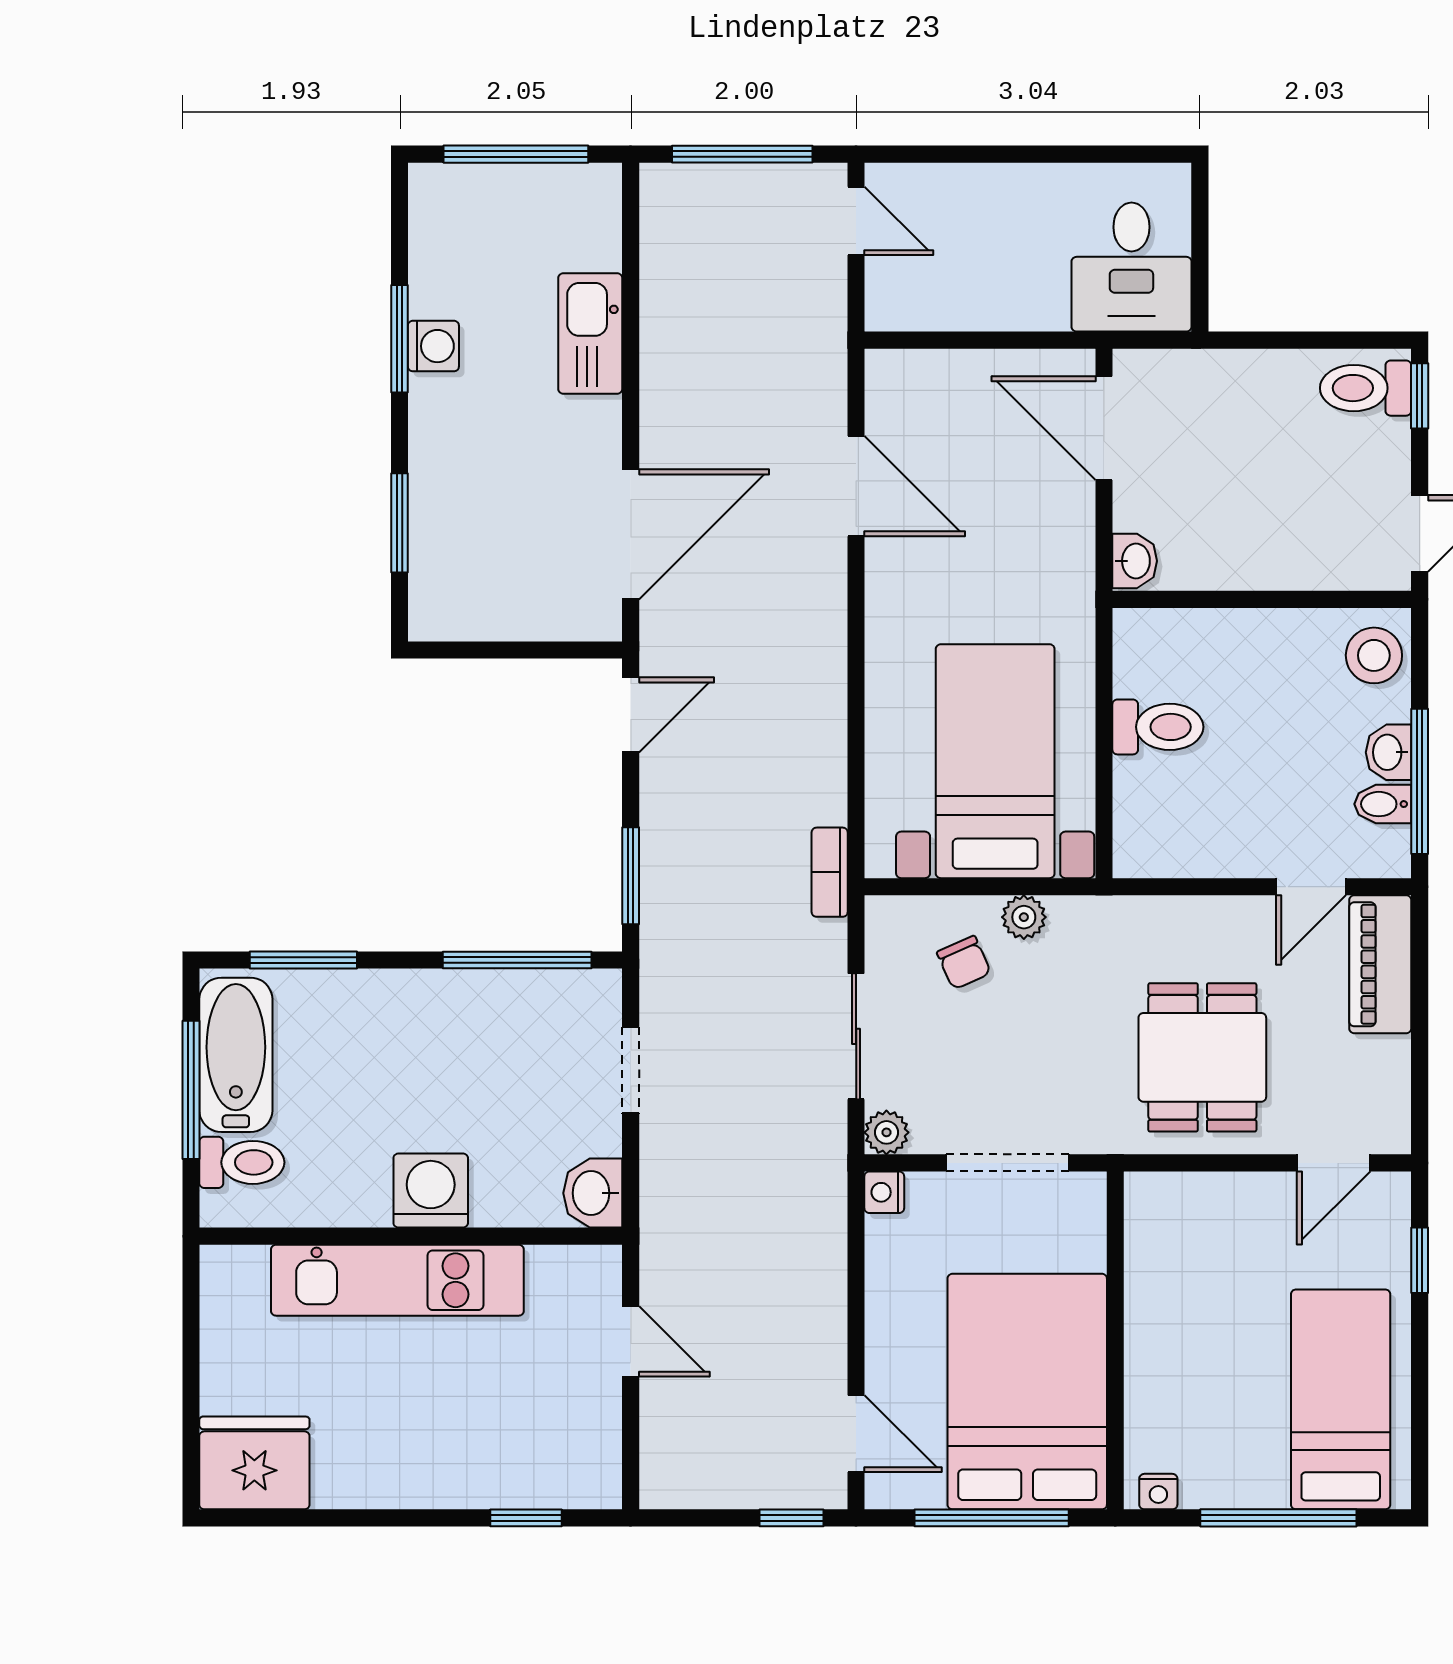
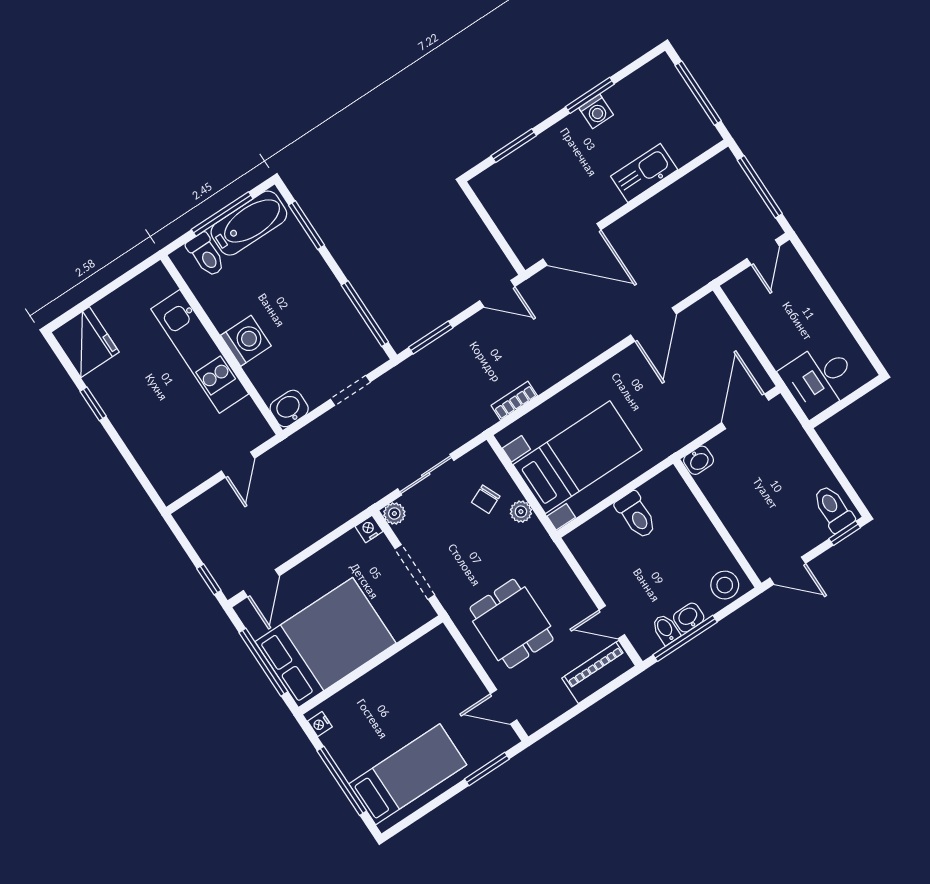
bookcase: (830, 872) -> (514, 401), moved
dining table: (1202, 1057) -> (512, 624), turned 90
window: (1420, 1260) -> (487, 769), width x1.50
window: (526, 1518) -> (93, 404), moved

